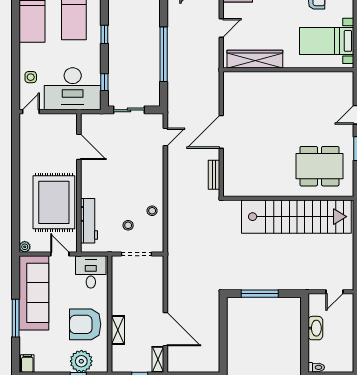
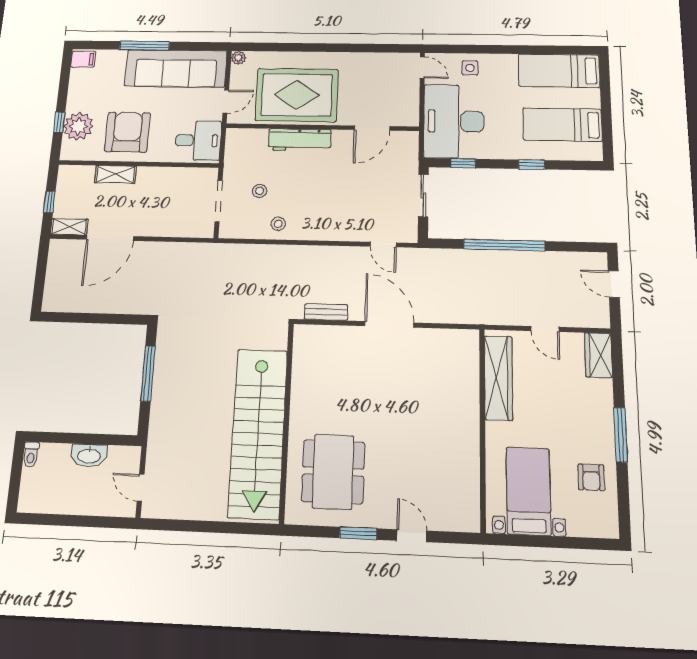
workbench: (89, 221) -> (300, 140), moved

